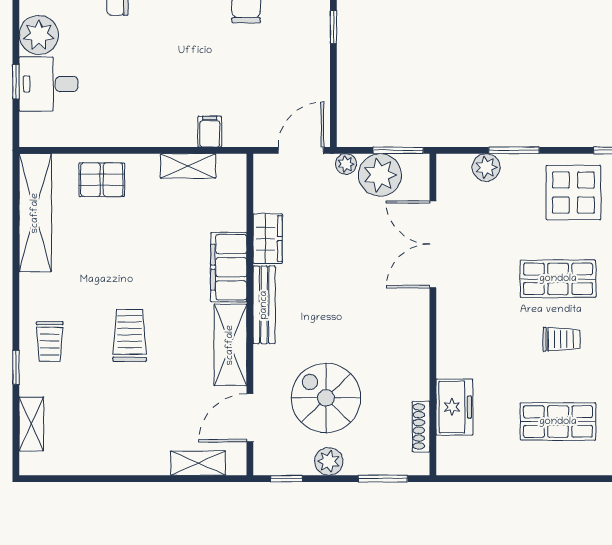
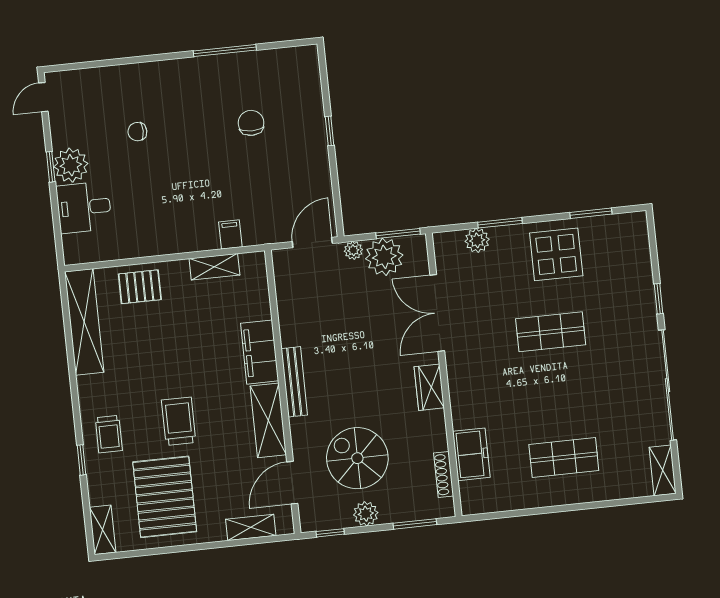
window: (16, 82) -> (51, 167), moved
wardrobe: (268, 239) -> (429, 387), moved, turned 180
trolley: (561, 339) -> (559, 385), removed
pallet: (105, 419) -> (165, 497), added
shelving: (31, 424) -> (103, 530), moved

